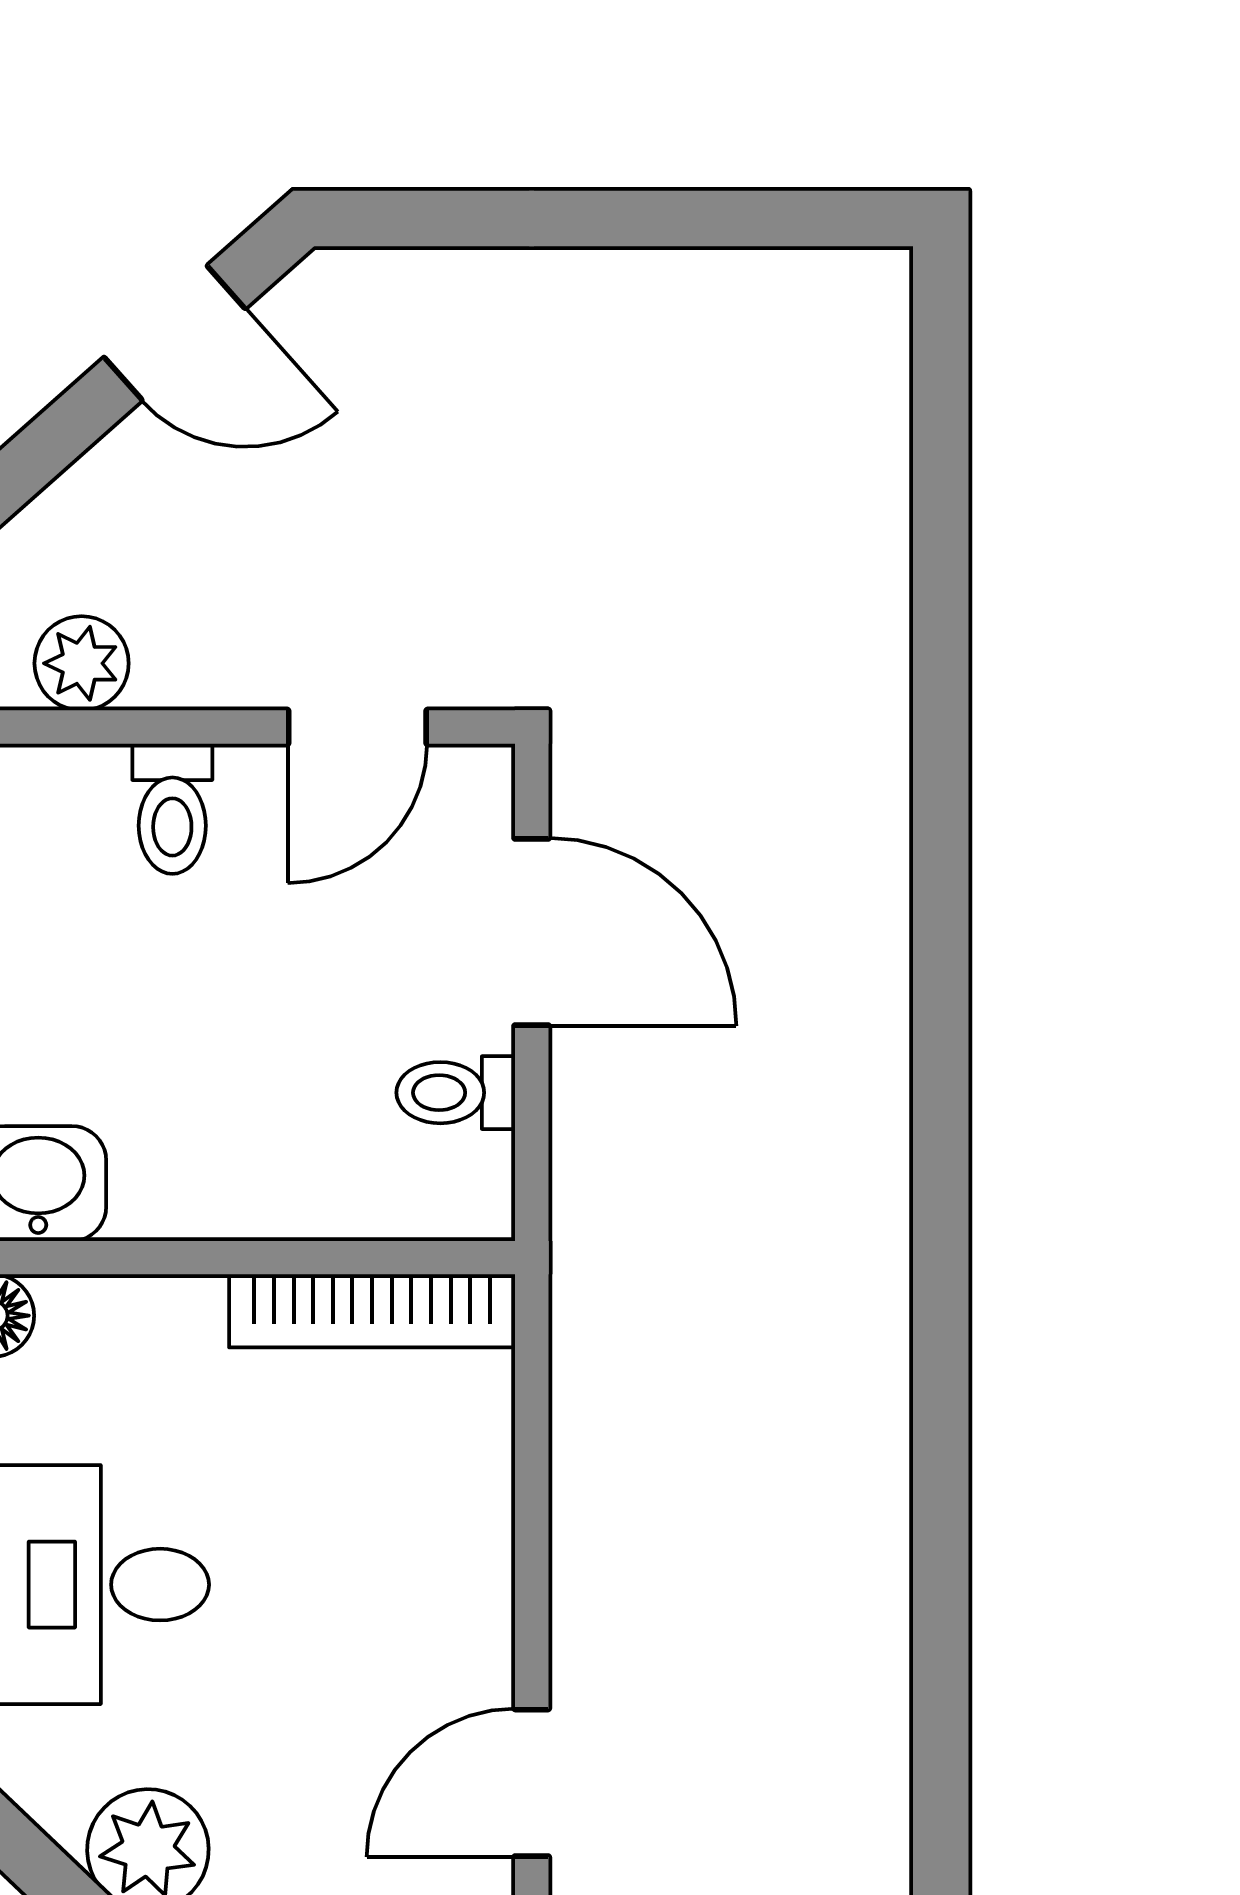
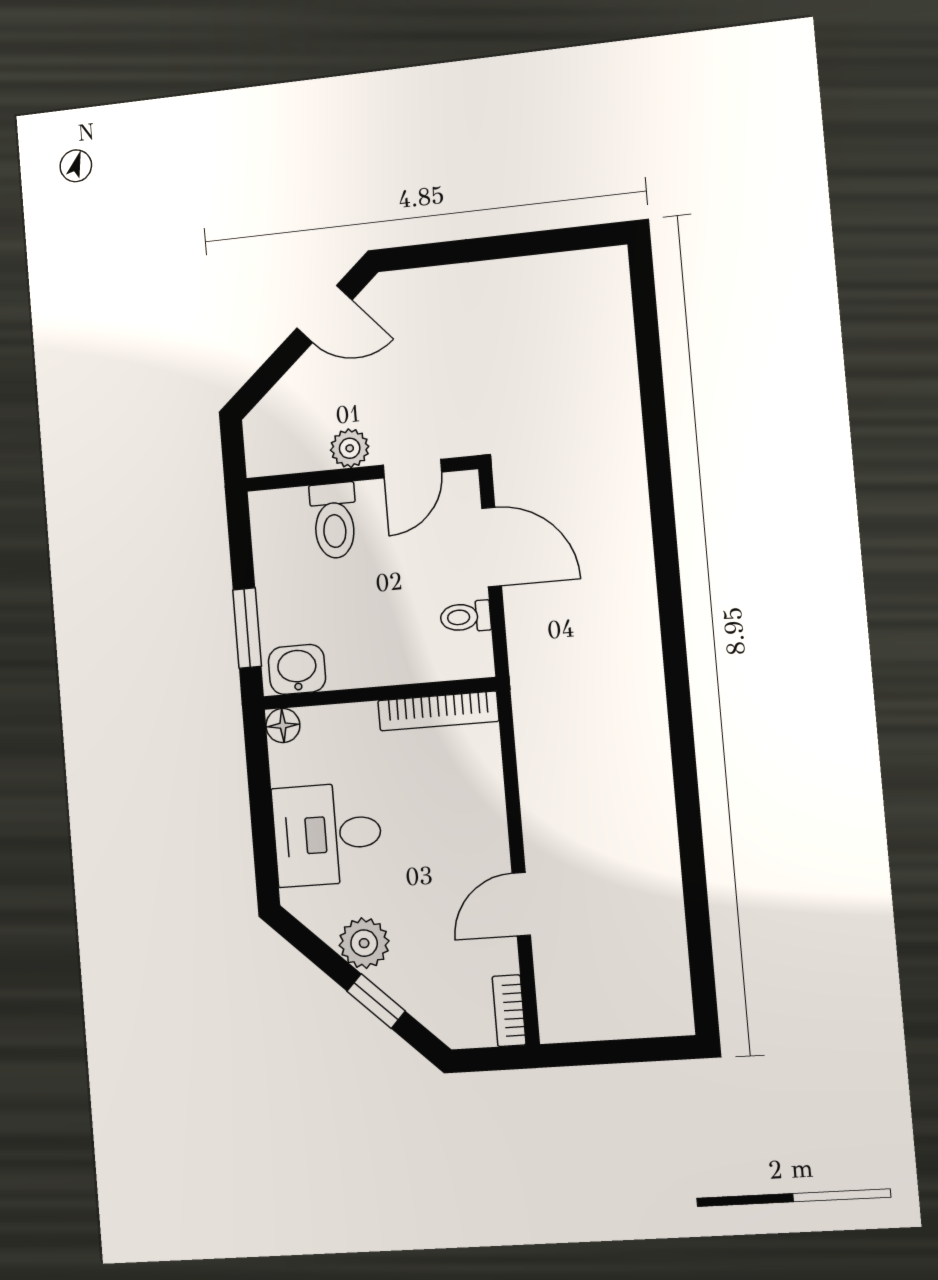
plant: (82, 663) -> (350, 448), moved
toilet: (172, 809) -> (334, 521), width x1.37, depth x1.39

